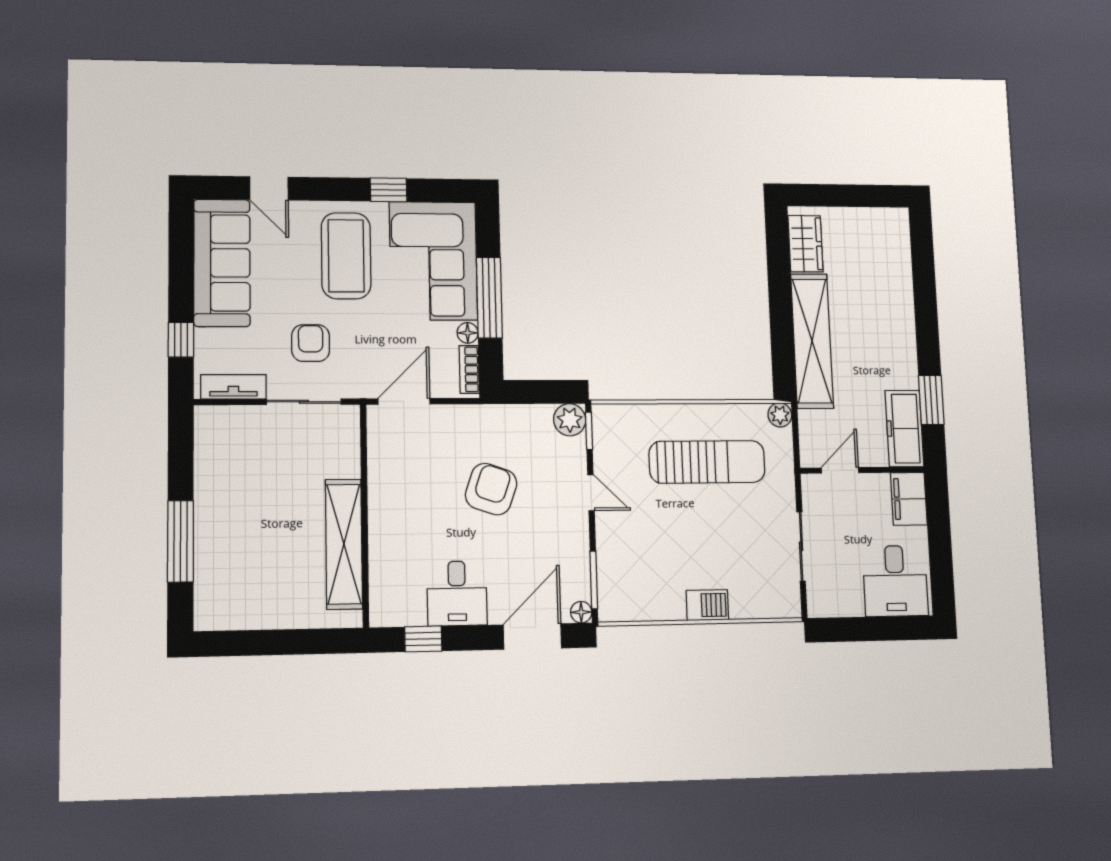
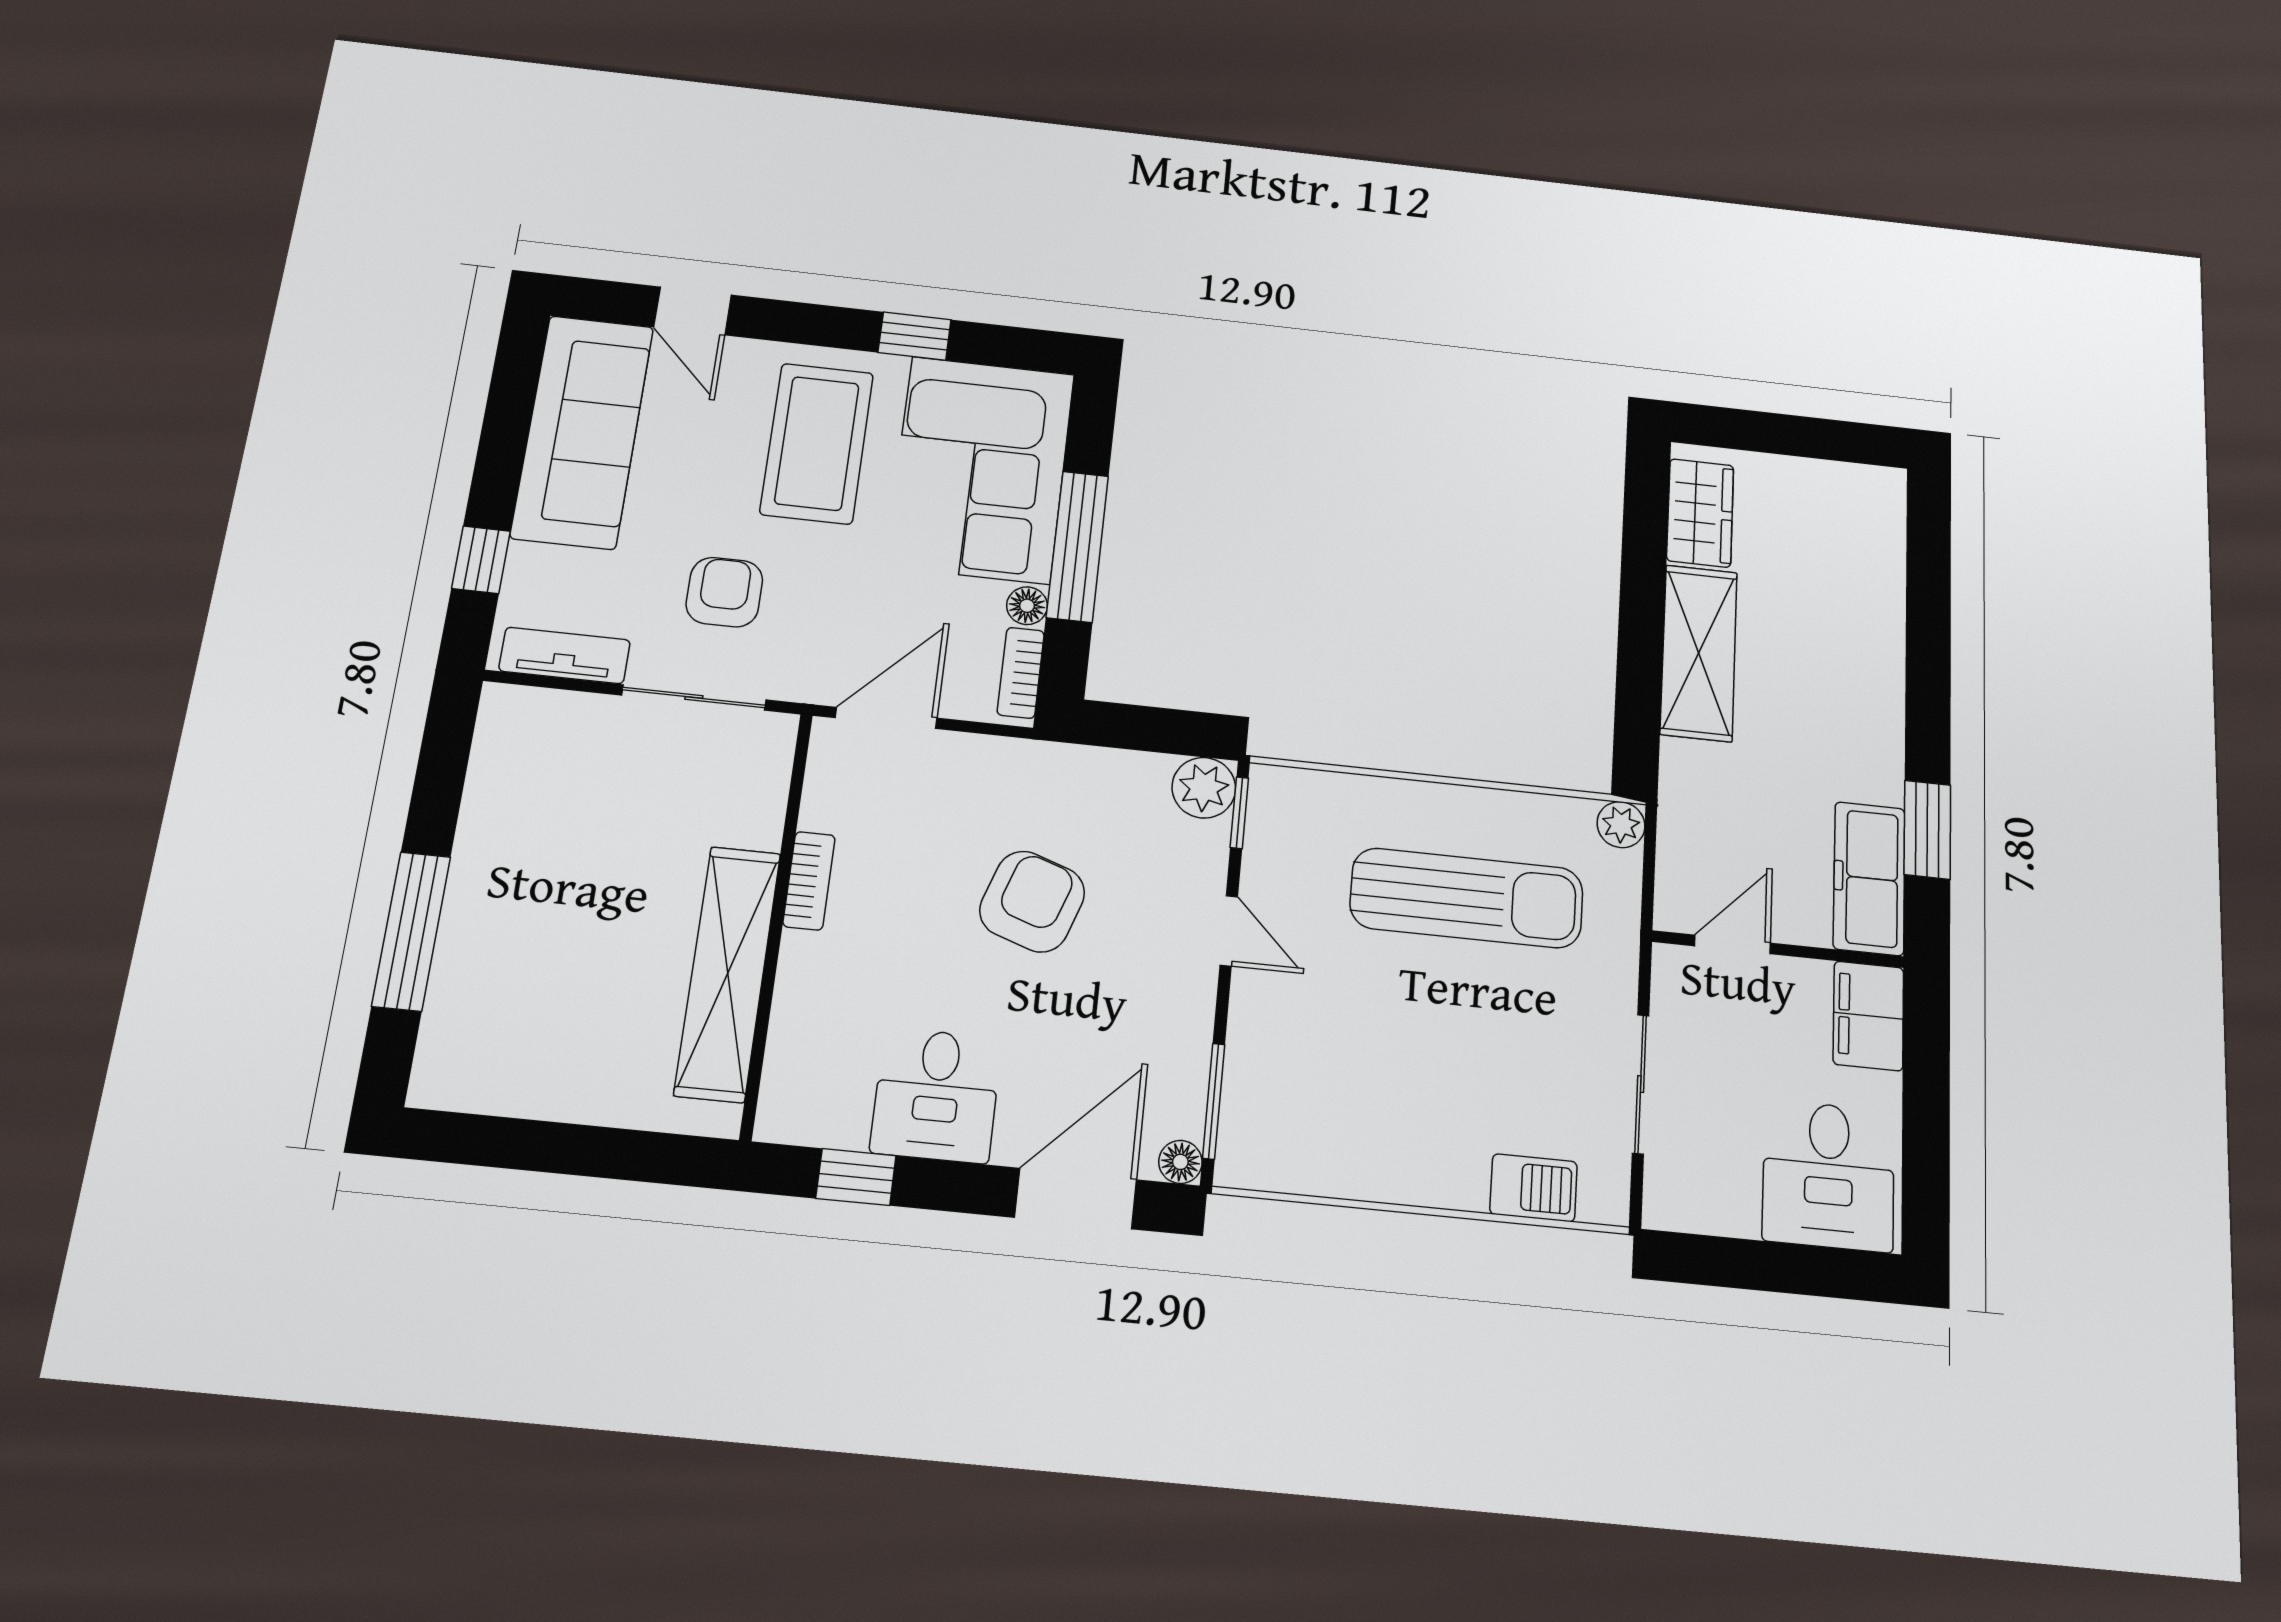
shelving: (812, 341) -> (1699, 653), width x0.68
bookcase: (377, 492) -> (809, 881), added
barbecue: (707, 605) -> (1534, 1188), moved

